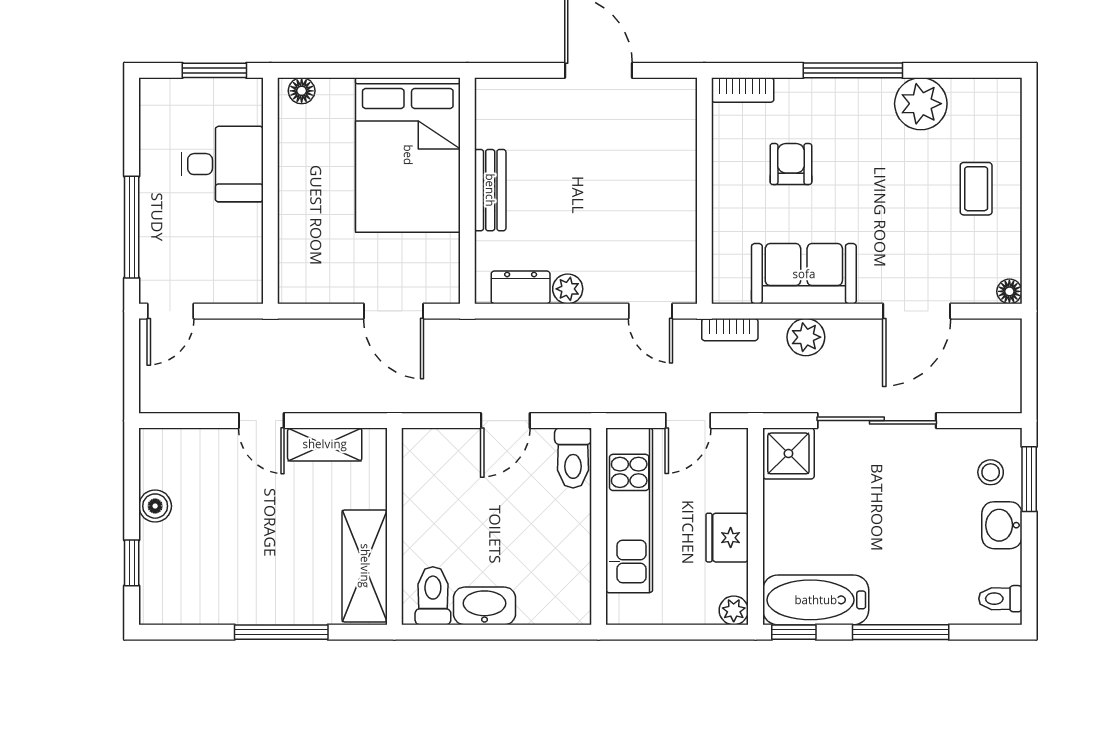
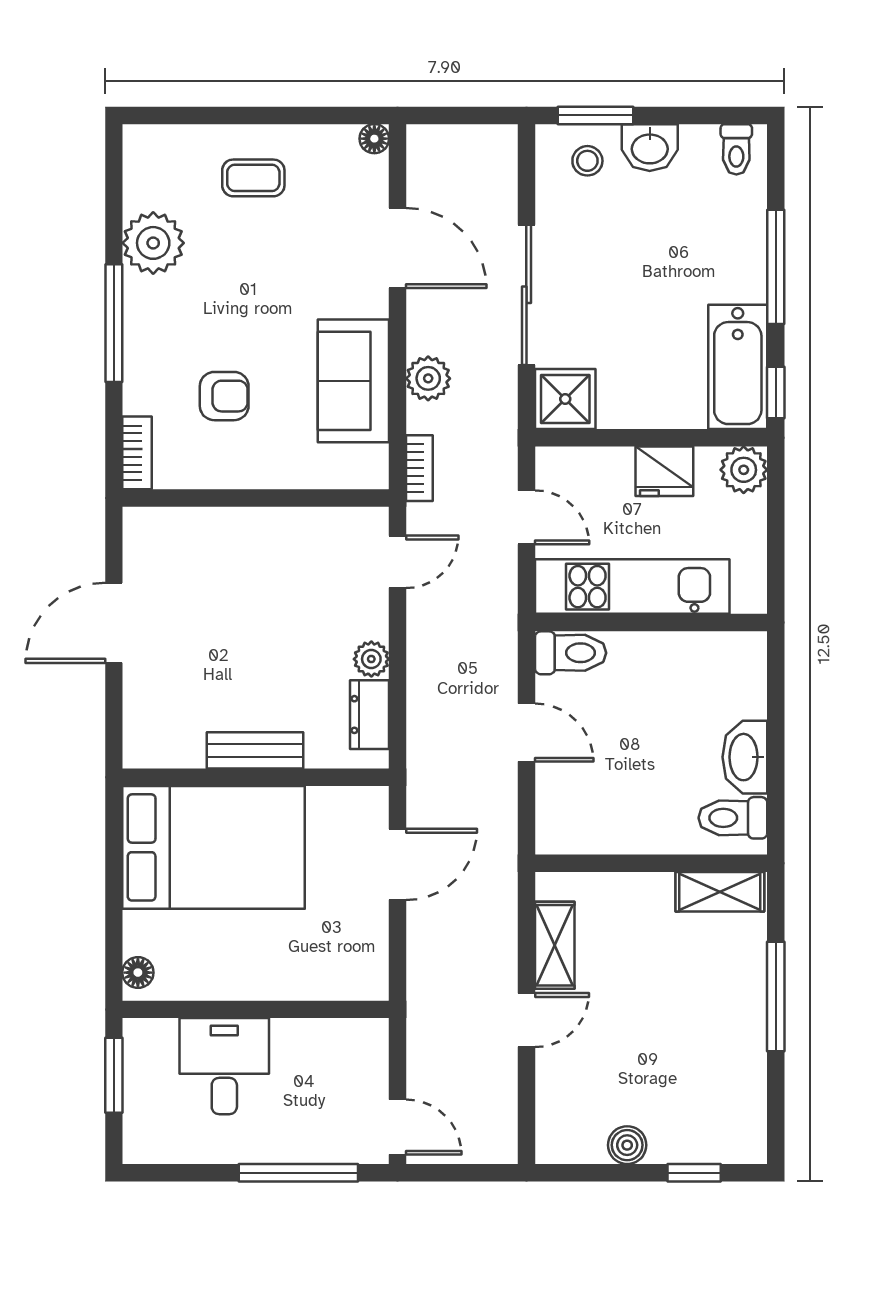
armchair: (791, 164) -> (224, 396), turned 180
shelving: (365, 566) -> (720, 892), width x0.67, depth x0.75
plant: (734, 610) -> (744, 470), width x1.38, depth x1.38

